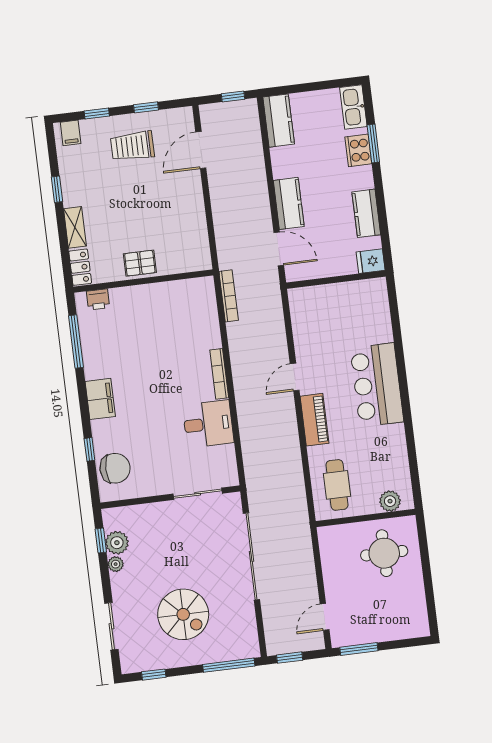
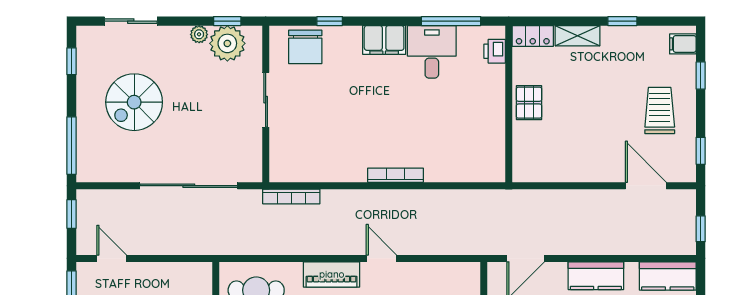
window: (146, 107) -> (701, 151), moved
kitchen counter: (289, 203) -> (596, 276), moved
bookcase: (229, 296) -> (291, 196), moved
desk: (208, 424) -> (432, 52), moved, turned 180
sliding door: (198, 494) -> (266, 100), moved
plant: (117, 543) -> (227, 43), width x1.36, depth x1.36

